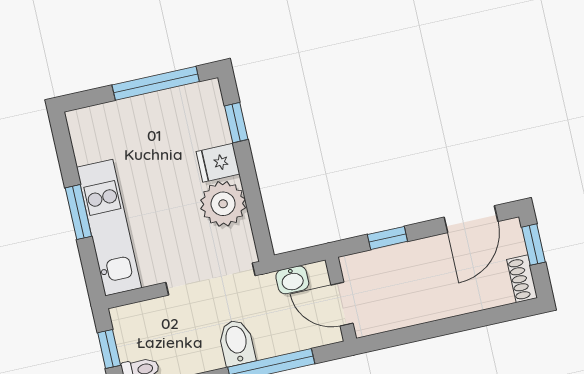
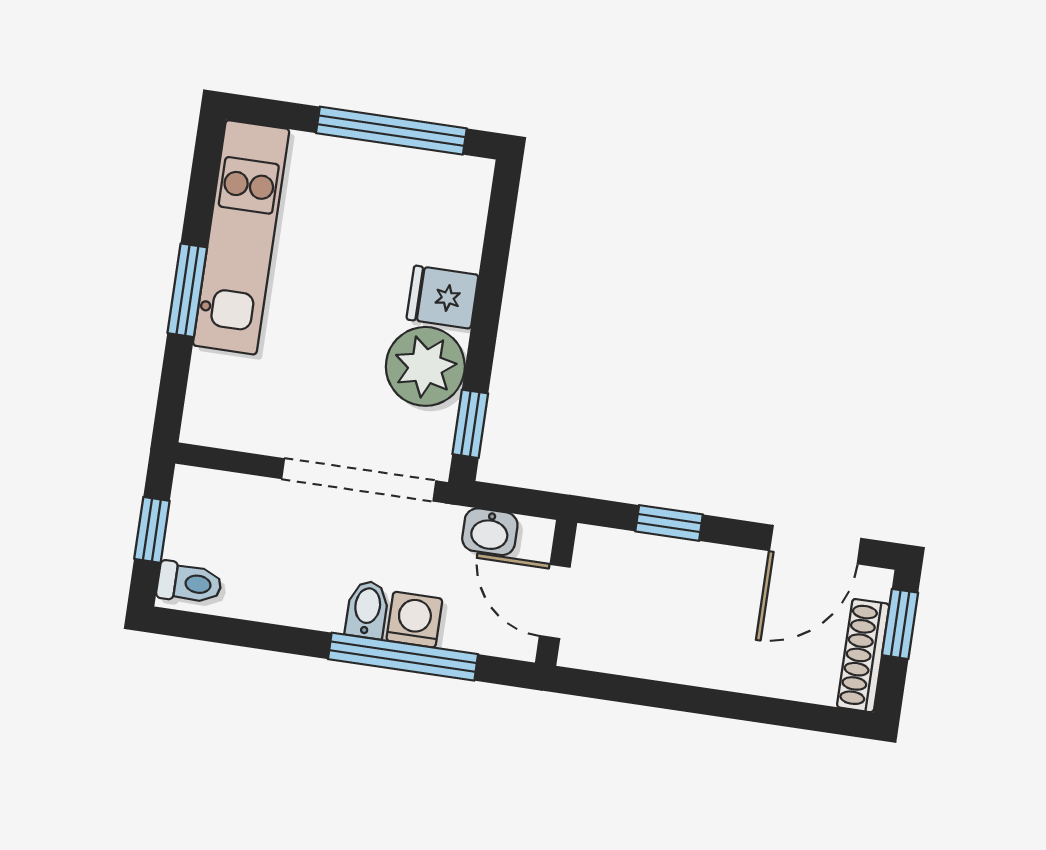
window: (236, 123) -> (470, 424), moved
kitchen unit: (109, 228) -> (241, 237), moved
shoe rack: (522, 279) -> (863, 656), width x1.43
bidet: (237, 343) -> (367, 610), width x0.72, depth x0.74
washing machine: (270, 343) -> (414, 620), added

